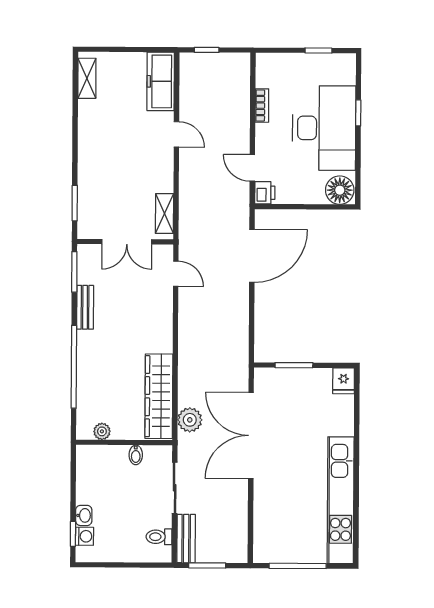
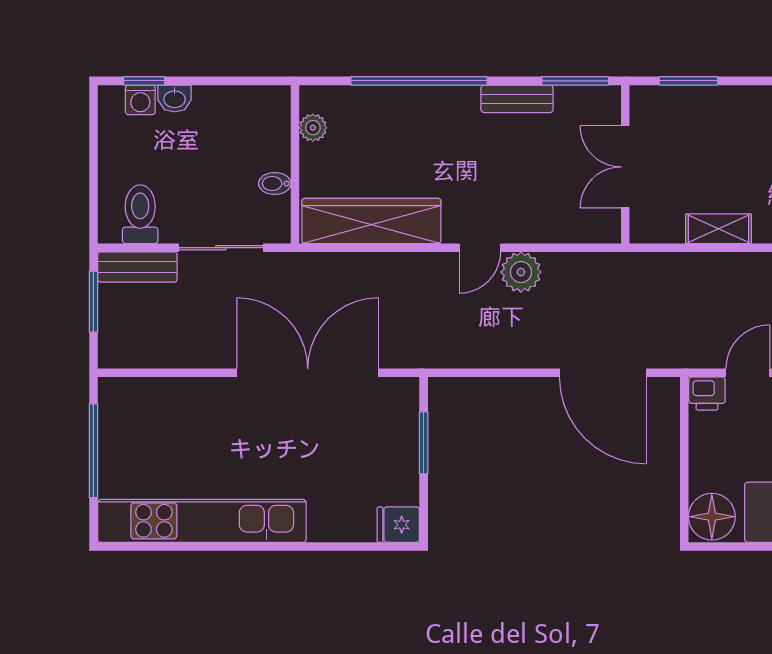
shelving: (165, 214) -> (719, 229), moved
door: (176, 274) -> (480, 248), moved
plant: (190, 420) -> (521, 272), moved
toilet: (159, 537) -> (140, 214), width x1.37, depth x1.39

